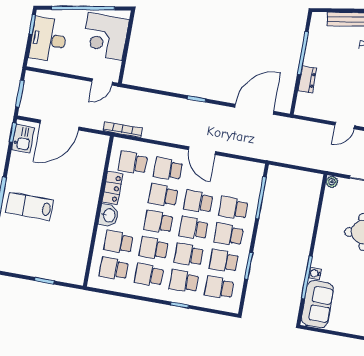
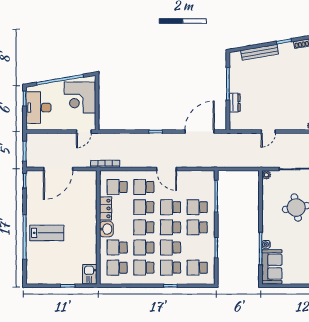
kitchen sink: (23, 138) -> (90, 274), moved, turned 180
lab bench: (29, 206) -> (47, 233), turned 180
school desk: (224, 261) -> (197, 247), removed

